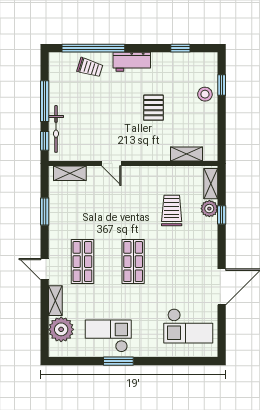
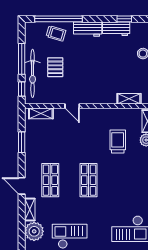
workbench: (170, 61) -> (116, 29), added
pallet: (153, 108) -> (55, 67), moved
bicycle: (56, 129) -> (33, 73), width x1.37, depth x1.40

